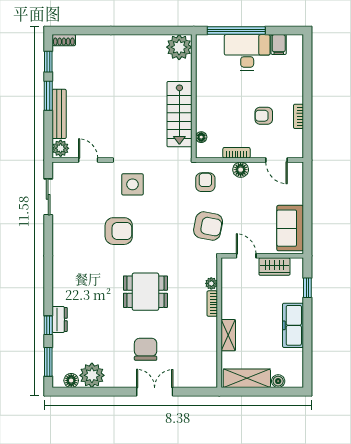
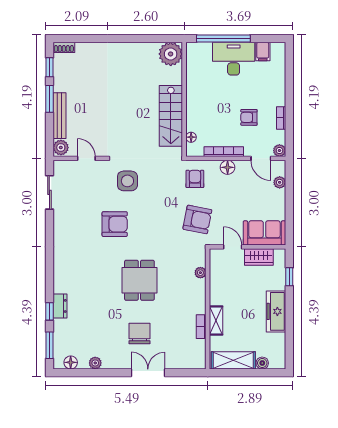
plant: (297, 152) -> (279, 151), added
bookcase: (237, 153) -> (224, 152), width x1.56
plant: (297, 186) -> (280, 182), added
sofa: (290, 228) -> (264, 233), moved, turned 90
dining table: (145, 292) -> (139, 280), turned 90
bookcase: (212, 304) -> (201, 327), moved
plant: (92, 375) -> (95, 363), width x0.53, depth x0.53

